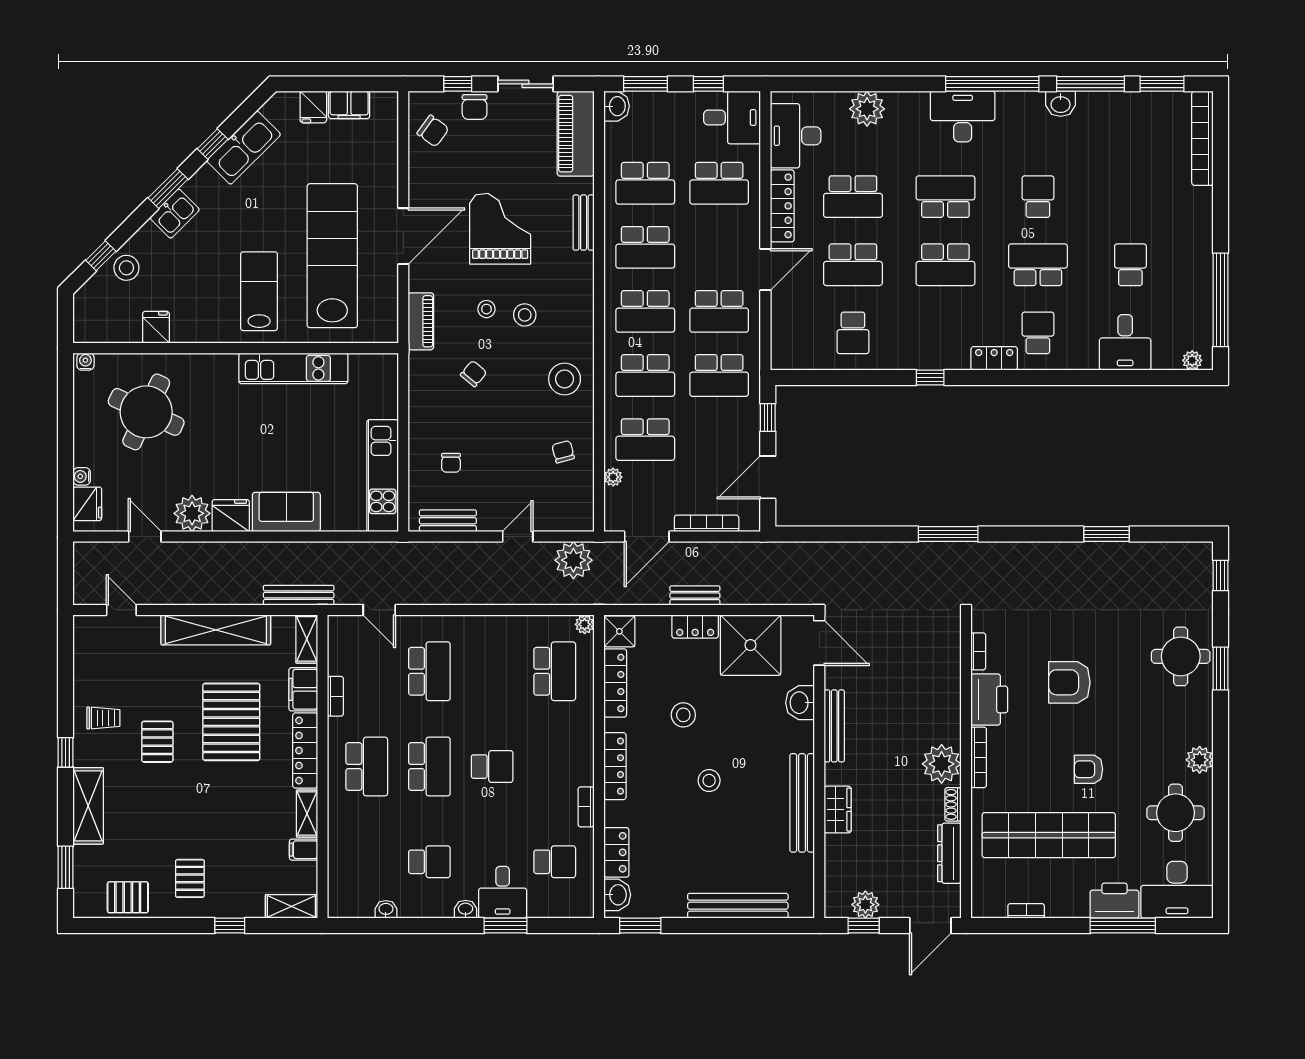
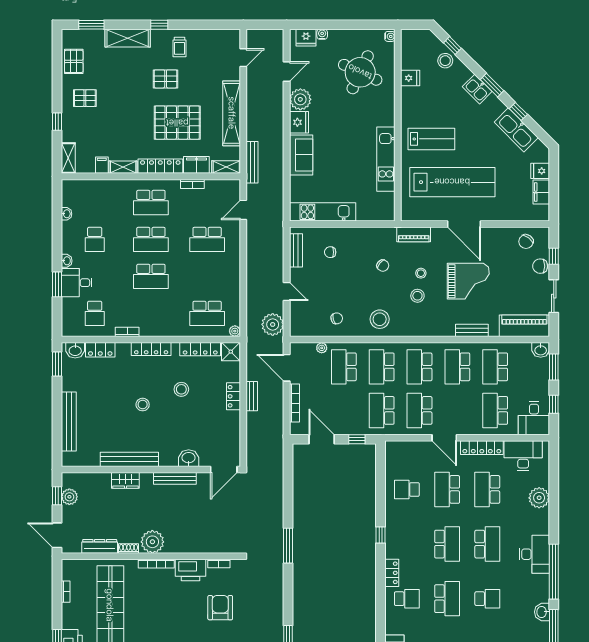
school desk: (945, 265) -> (447, 544), turned 180
shower: (751, 645) -> (223, 429), removed
armchair: (1069, 682) -> (220, 608), moved
school desk: (492, 767) -> (151, 276), width x1.85
armchair: (1088, 769) -> (149, 628), removed

